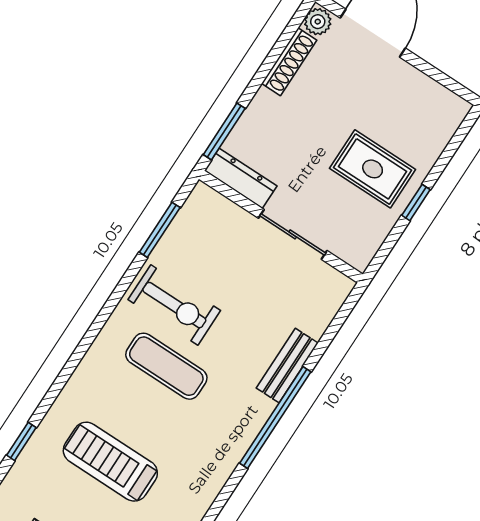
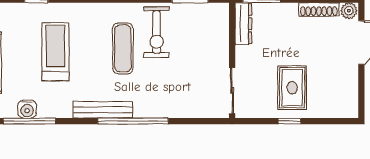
sliding door: (293, 234) -> (232, 90), moved
bench: (287, 366) -> (103, 110), moved, width x1.36

